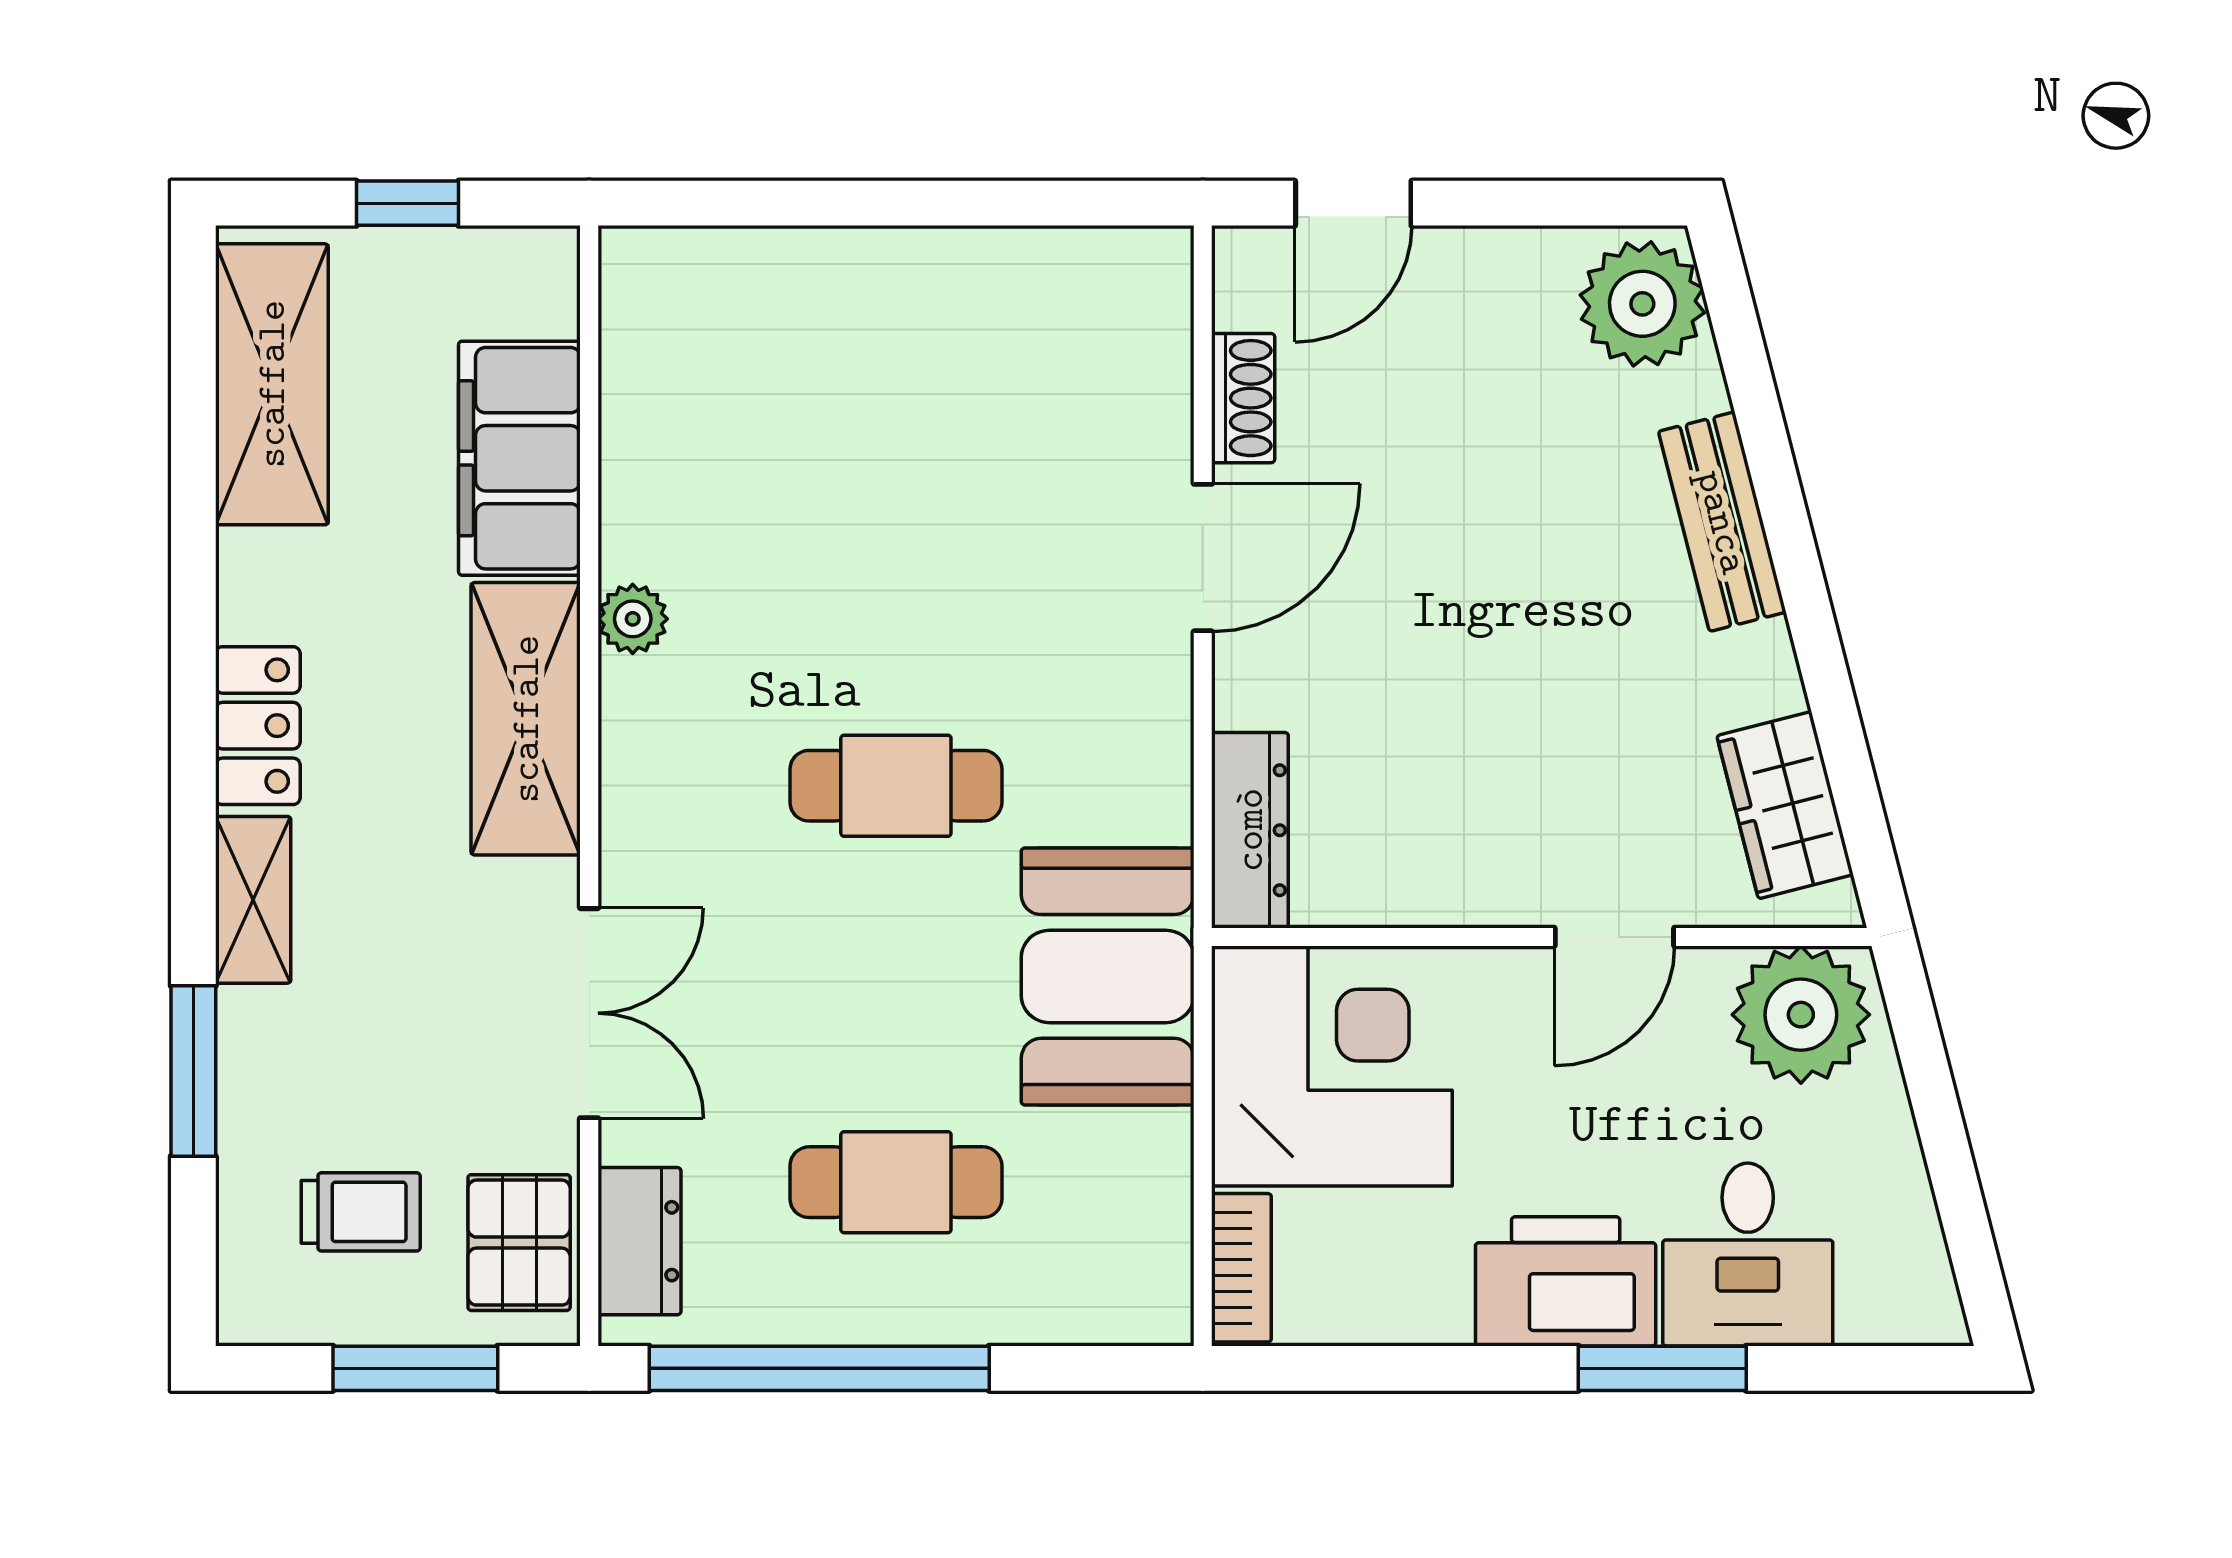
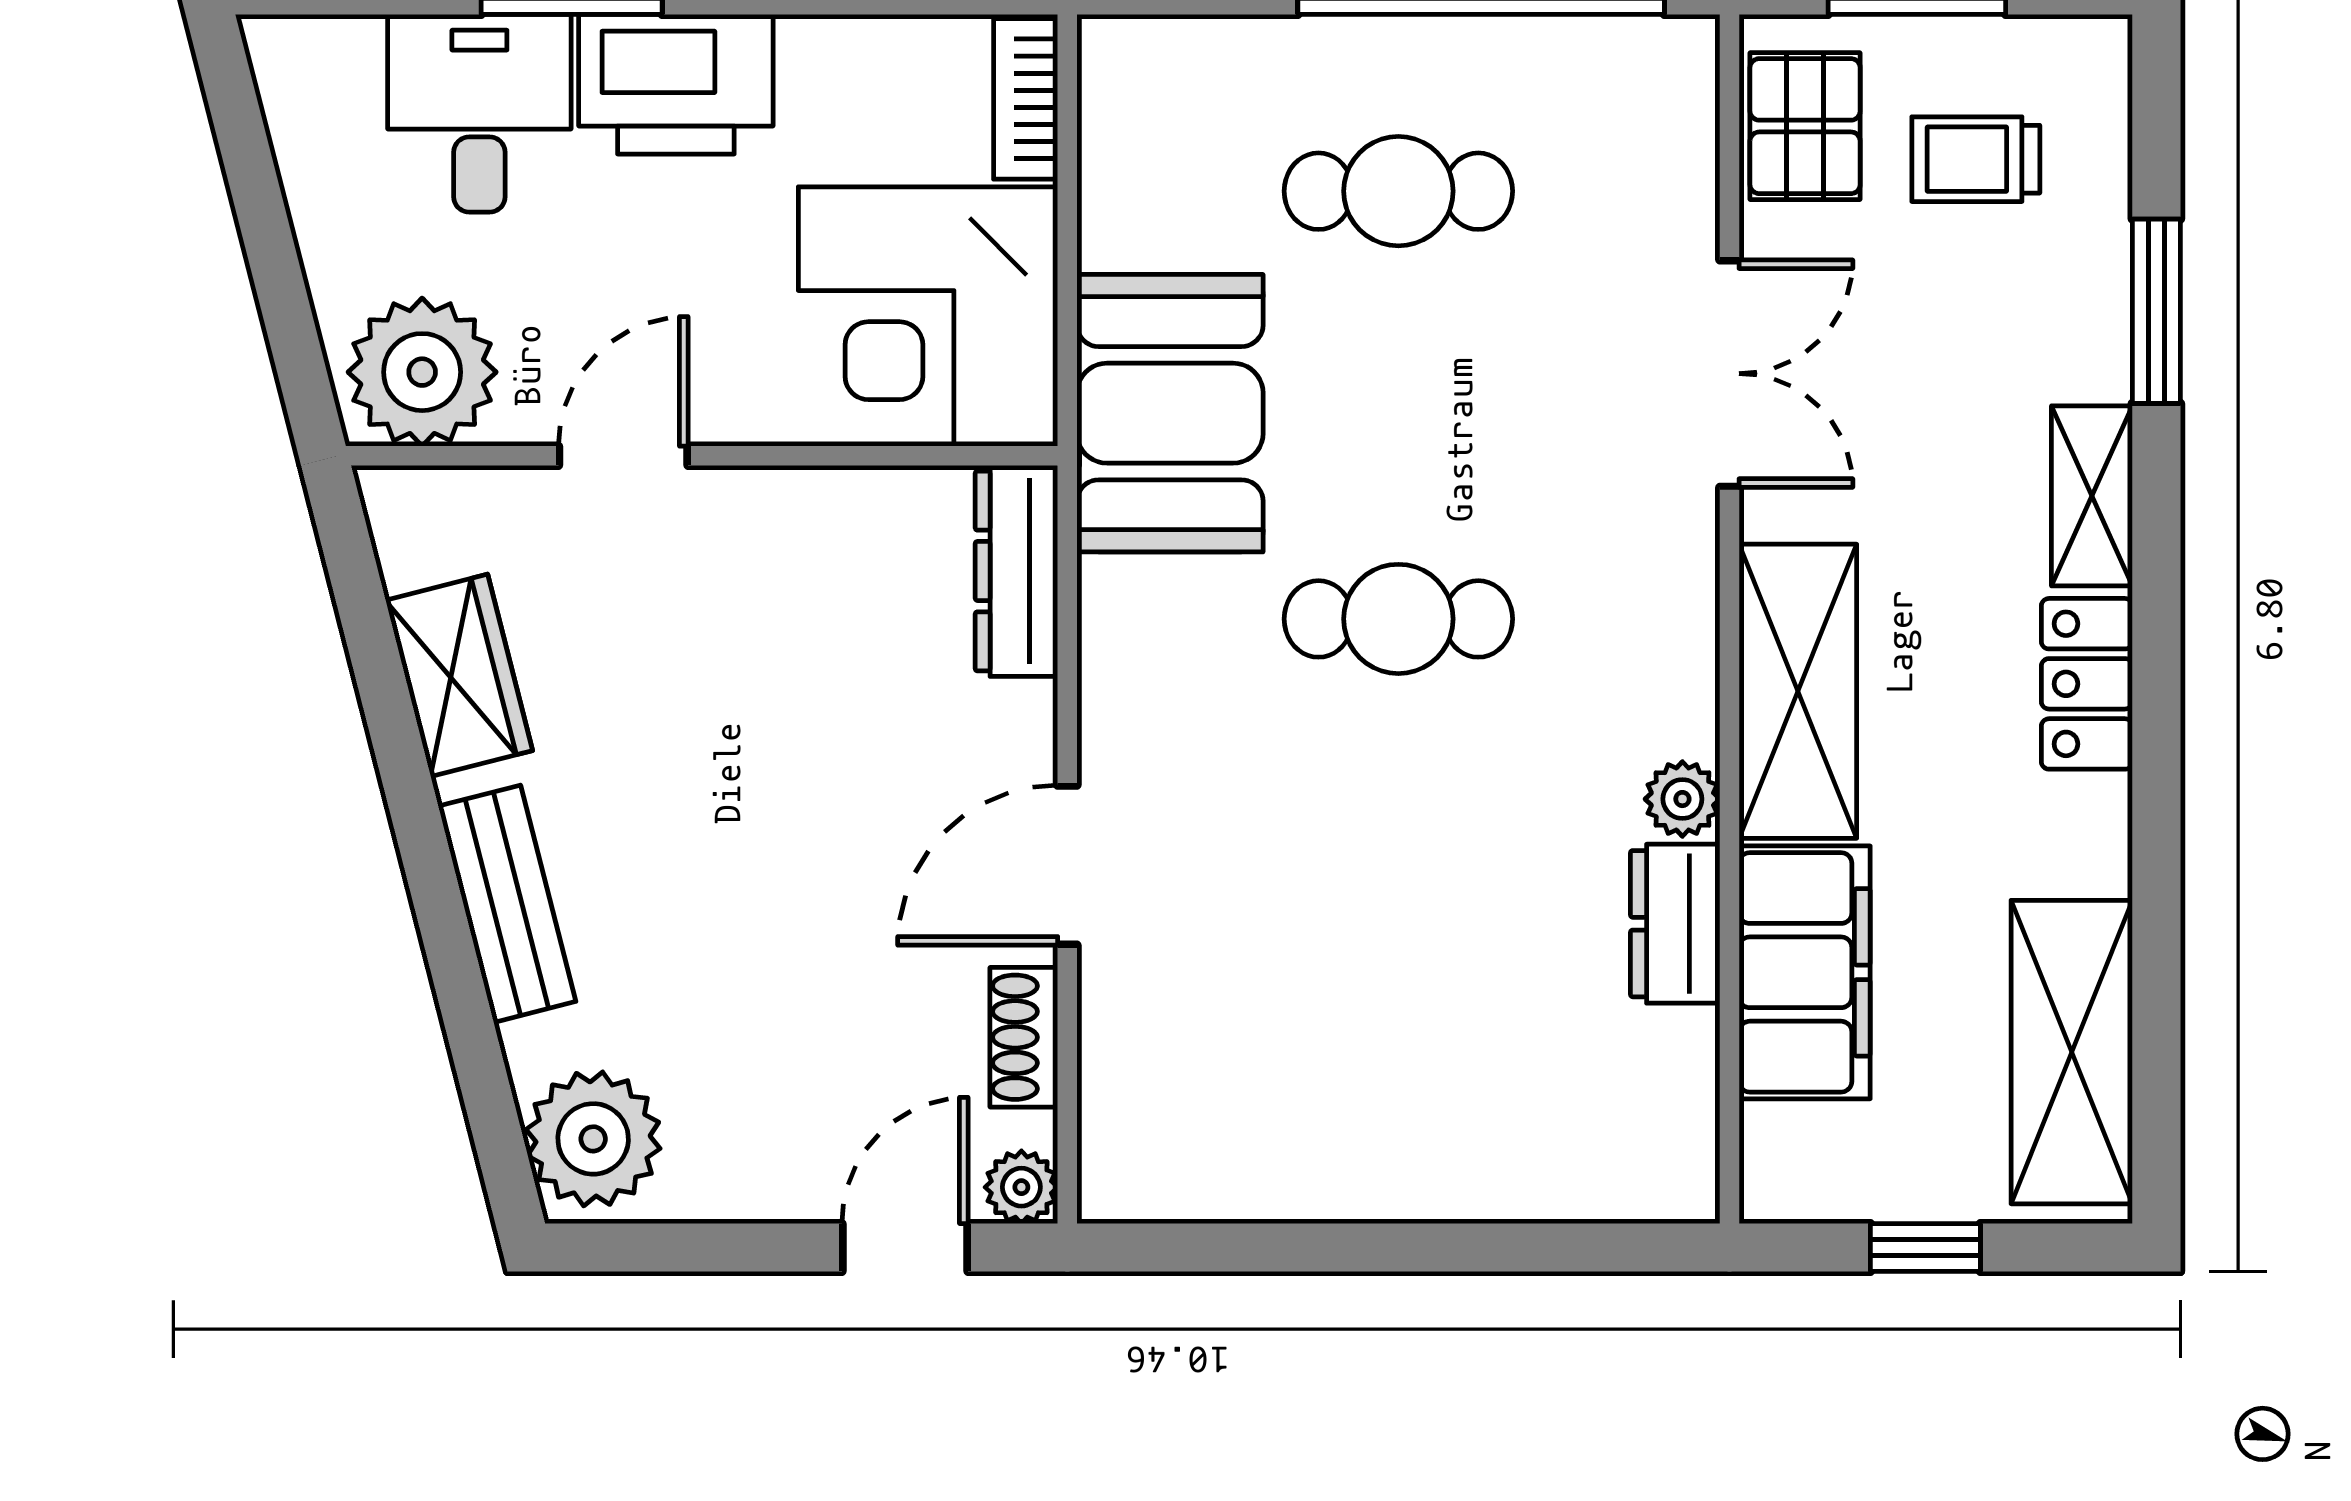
plant: (1245, 259) -> (1021, 1187), added
wardrobe: (1785, 805) -> (459, 675), moved
double door: (589, 1013) -> (1729, 374), swing flipped
dresser: (639, 1241) -> (1675, 924), moved

